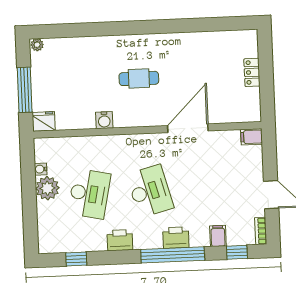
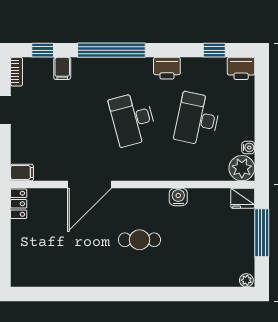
locker: (252, 72) -> (19, 204), moved
plant: (47, 188) -> (242, 168), moved
printer: (176, 238) -> (241, 68), moved

